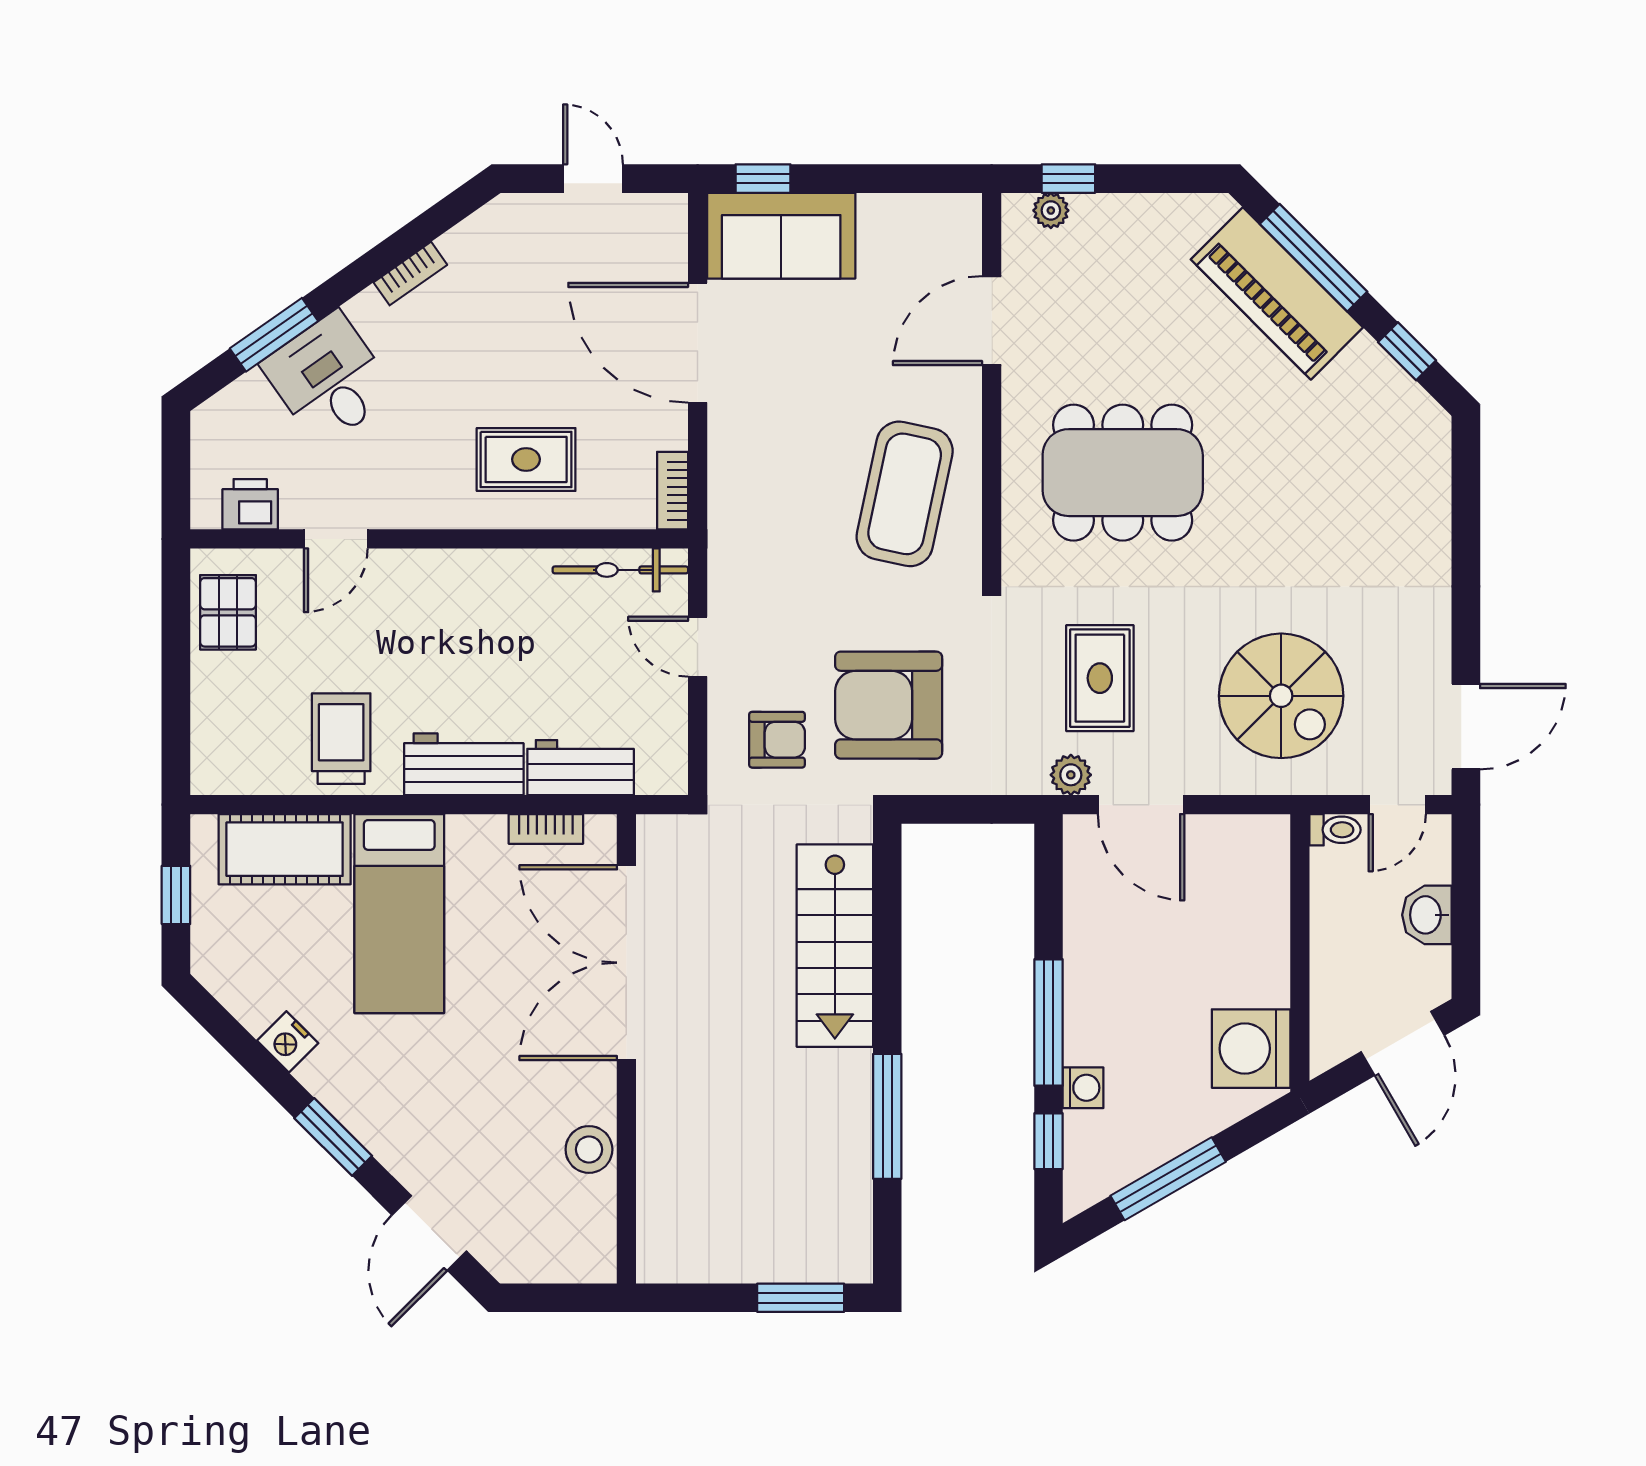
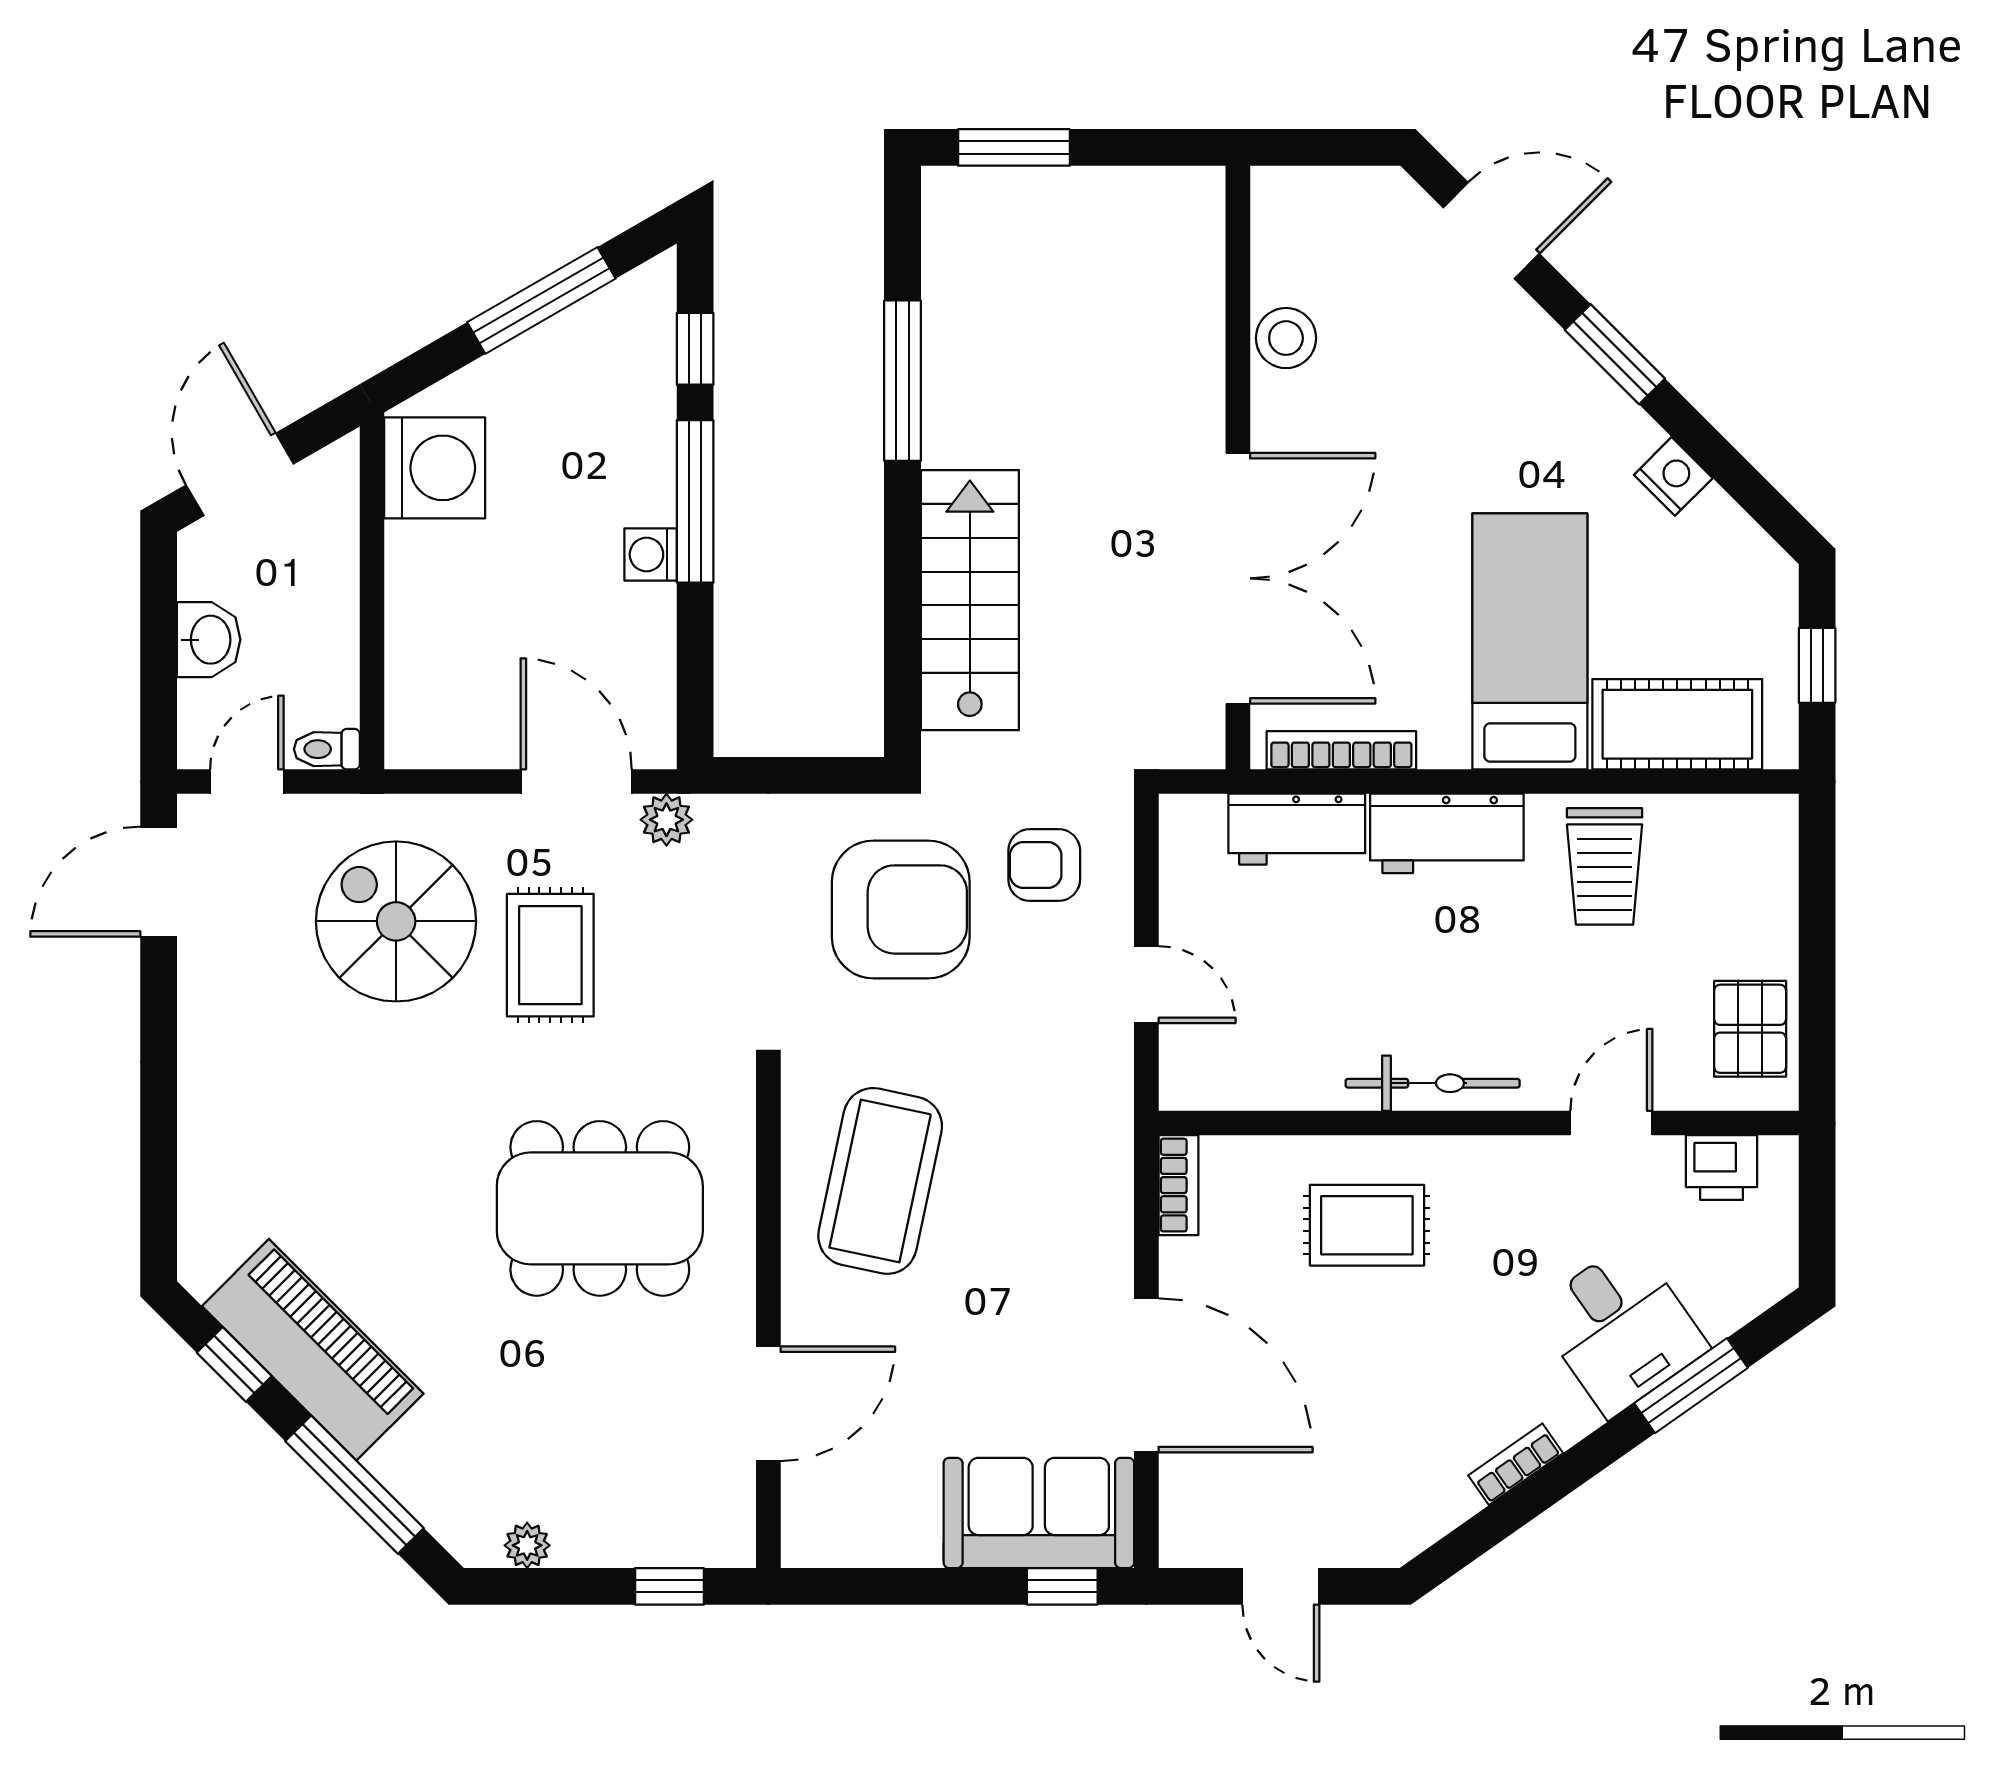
plant: (1051, 210) -> (527, 1545), moved
piano: (1277, 293) -> (313, 1350), moved
bicycle: (620, 570) -> (1433, 1083), moved
rug: (1100, 678) -> (550, 955), moved
bookcase: (546, 829) -> (1341, 750), width x1.56
washing machine: (1083, 1088) -> (651, 555), moved
door: (429, 1233) -> (1491, 231), hinge flipped

